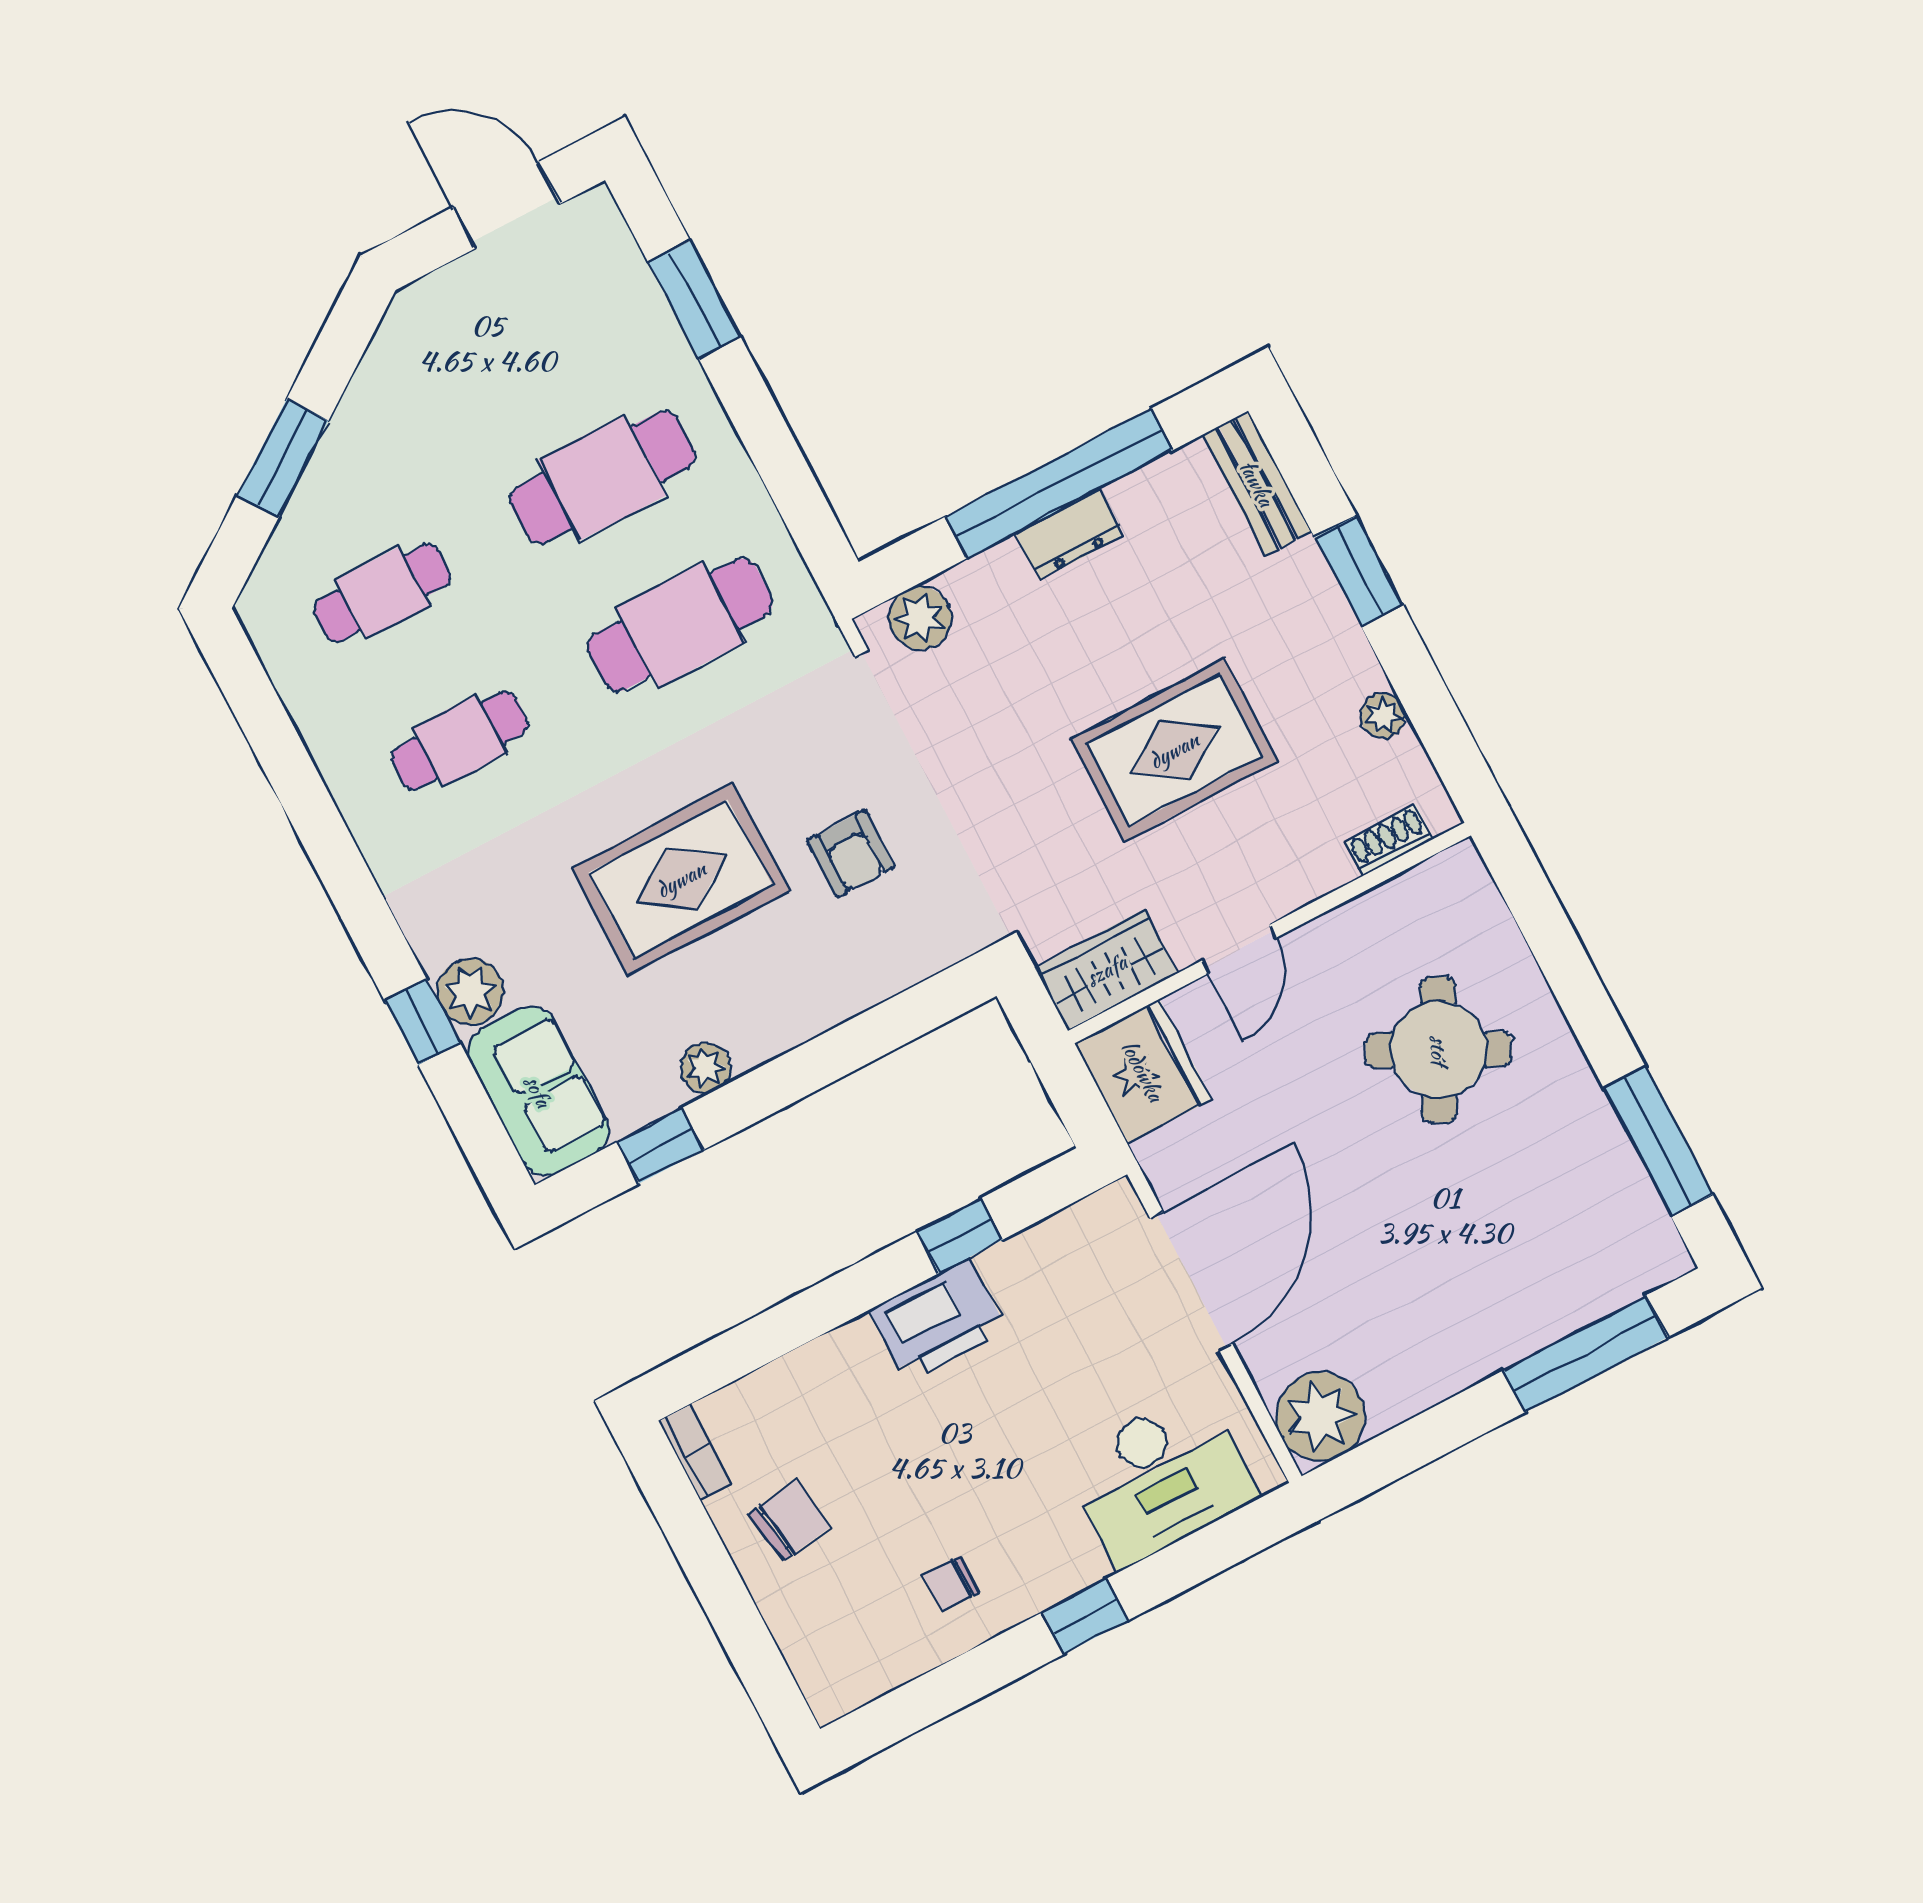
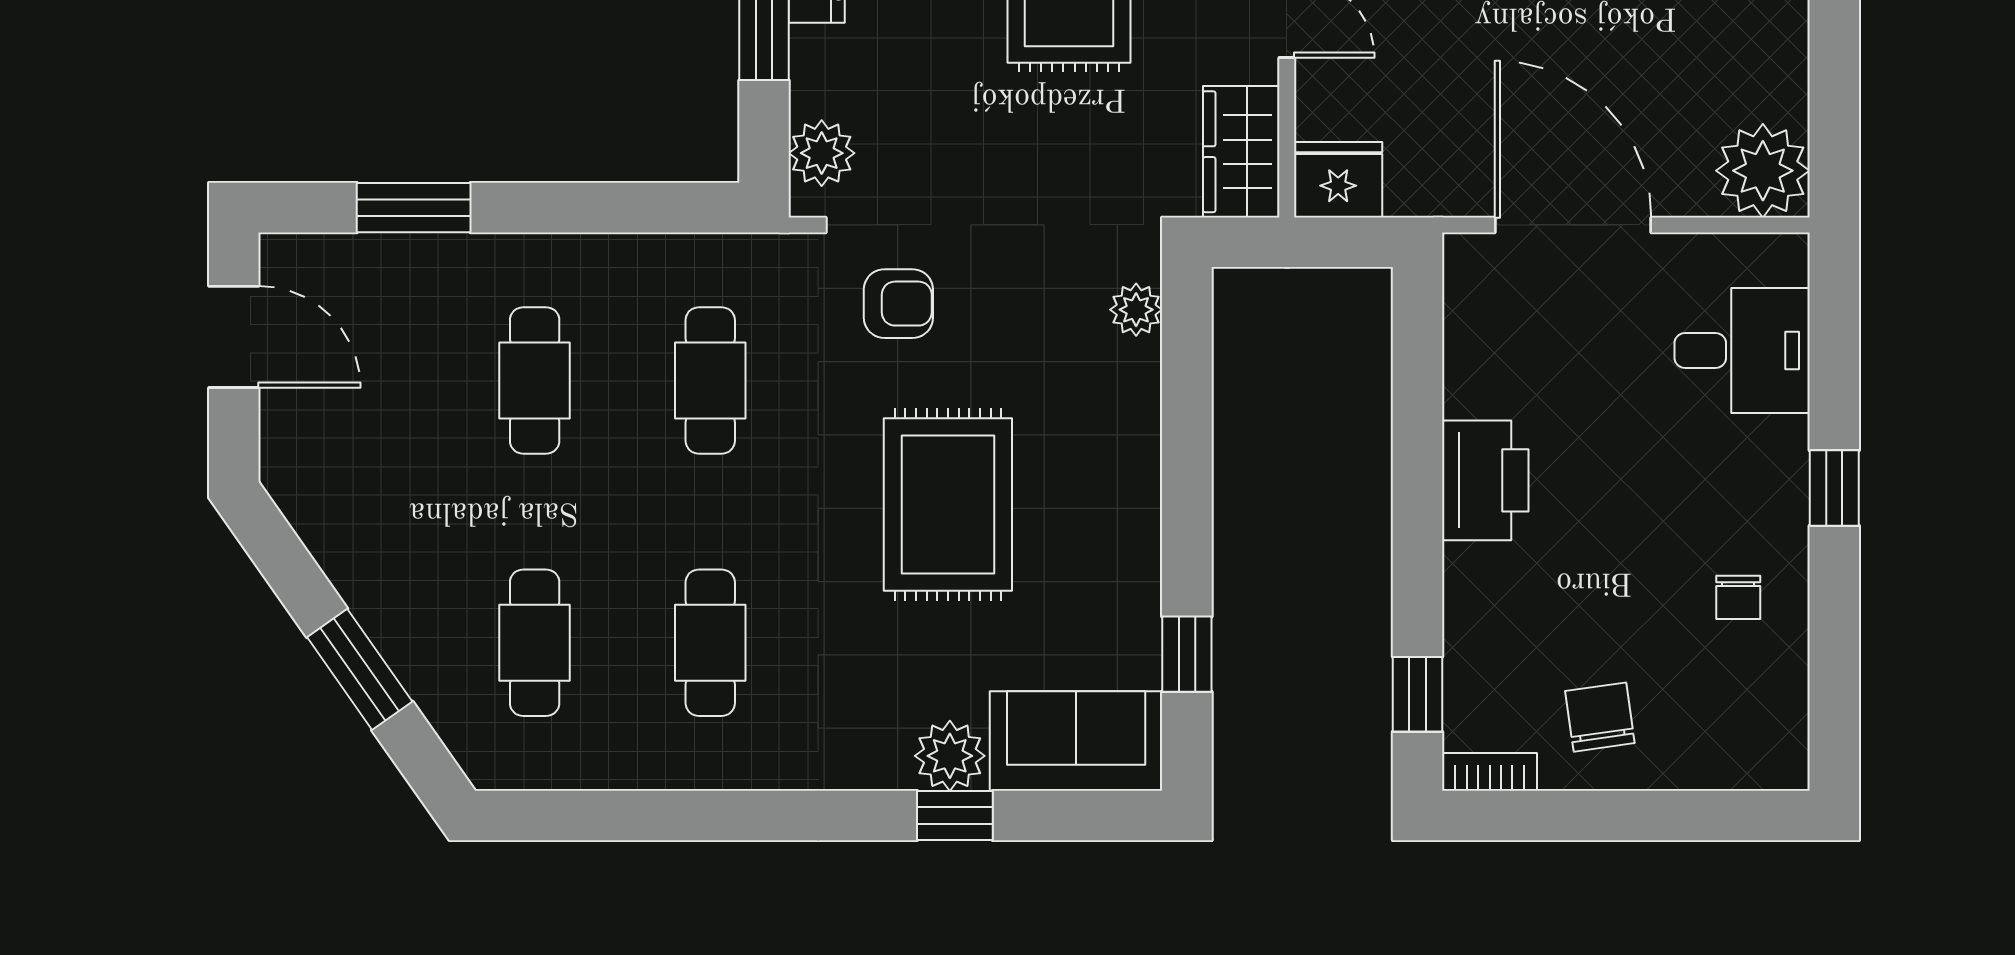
door: (507, 205) -> (234, 337), swing flipped
cafe table: (603, 477) -> (535, 380), width x0.73, depth x0.74
cafe table: (680, 625) -> (710, 380), width x0.73, depth x0.74
armchair: (851, 854) -> (898, 304), moved
plant: (706, 1068) -> (1136, 310), moved
fridge: (1143, 1071) -> (1338, 180), width x0.73, depth x0.75
window: (960, 1236) -> (1417, 694), moved
desk: (1160, 1478) -> (1742, 350), width x0.73

